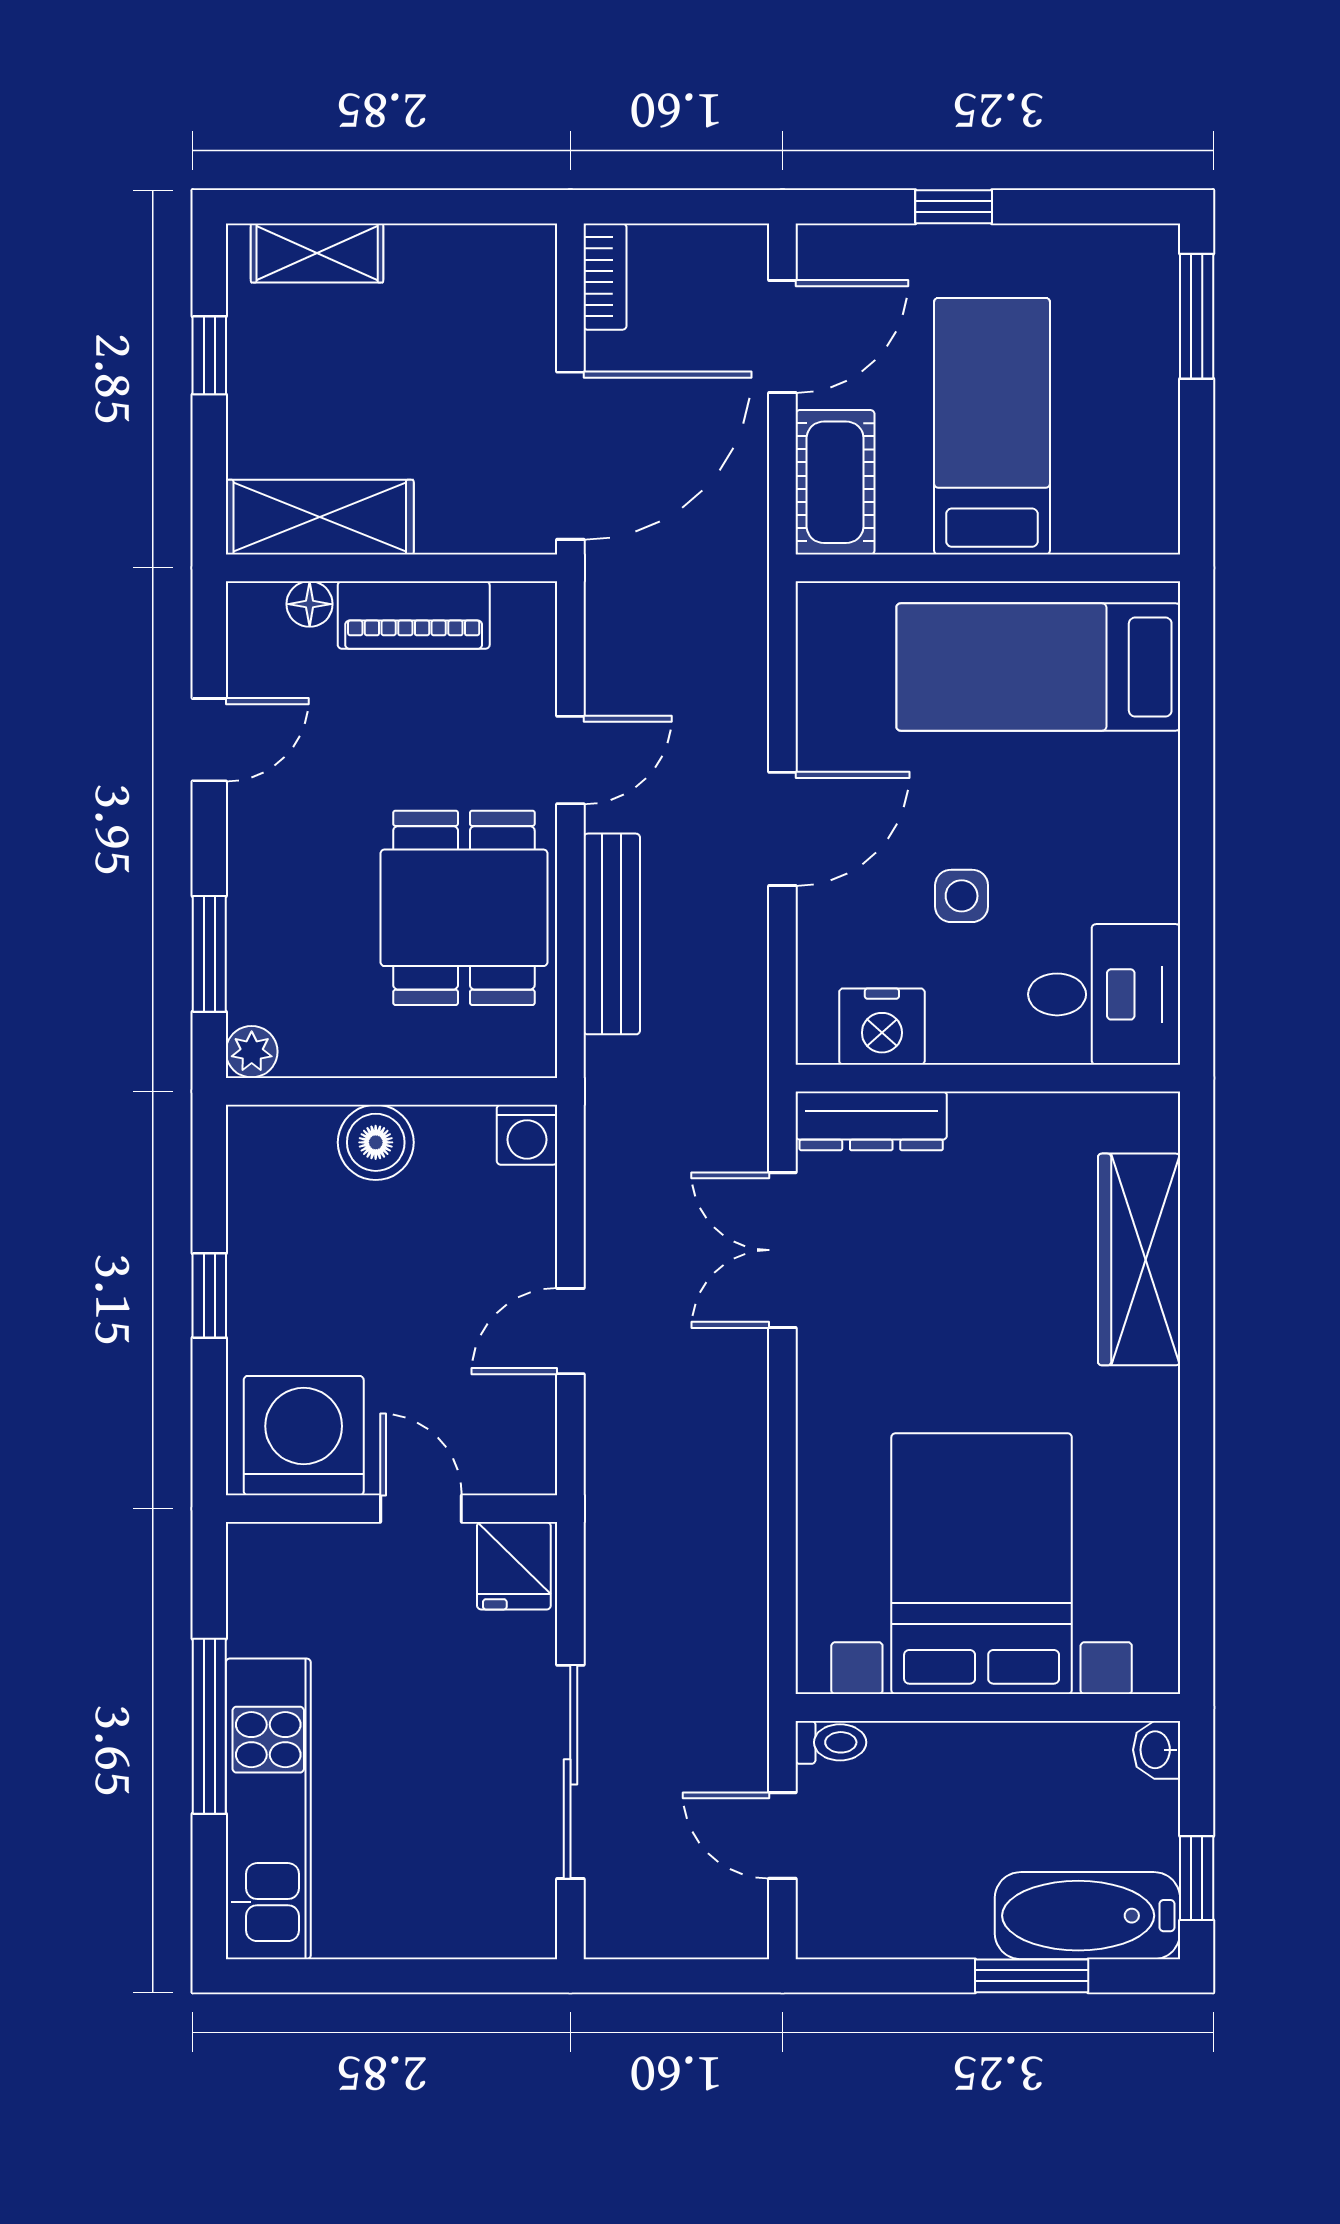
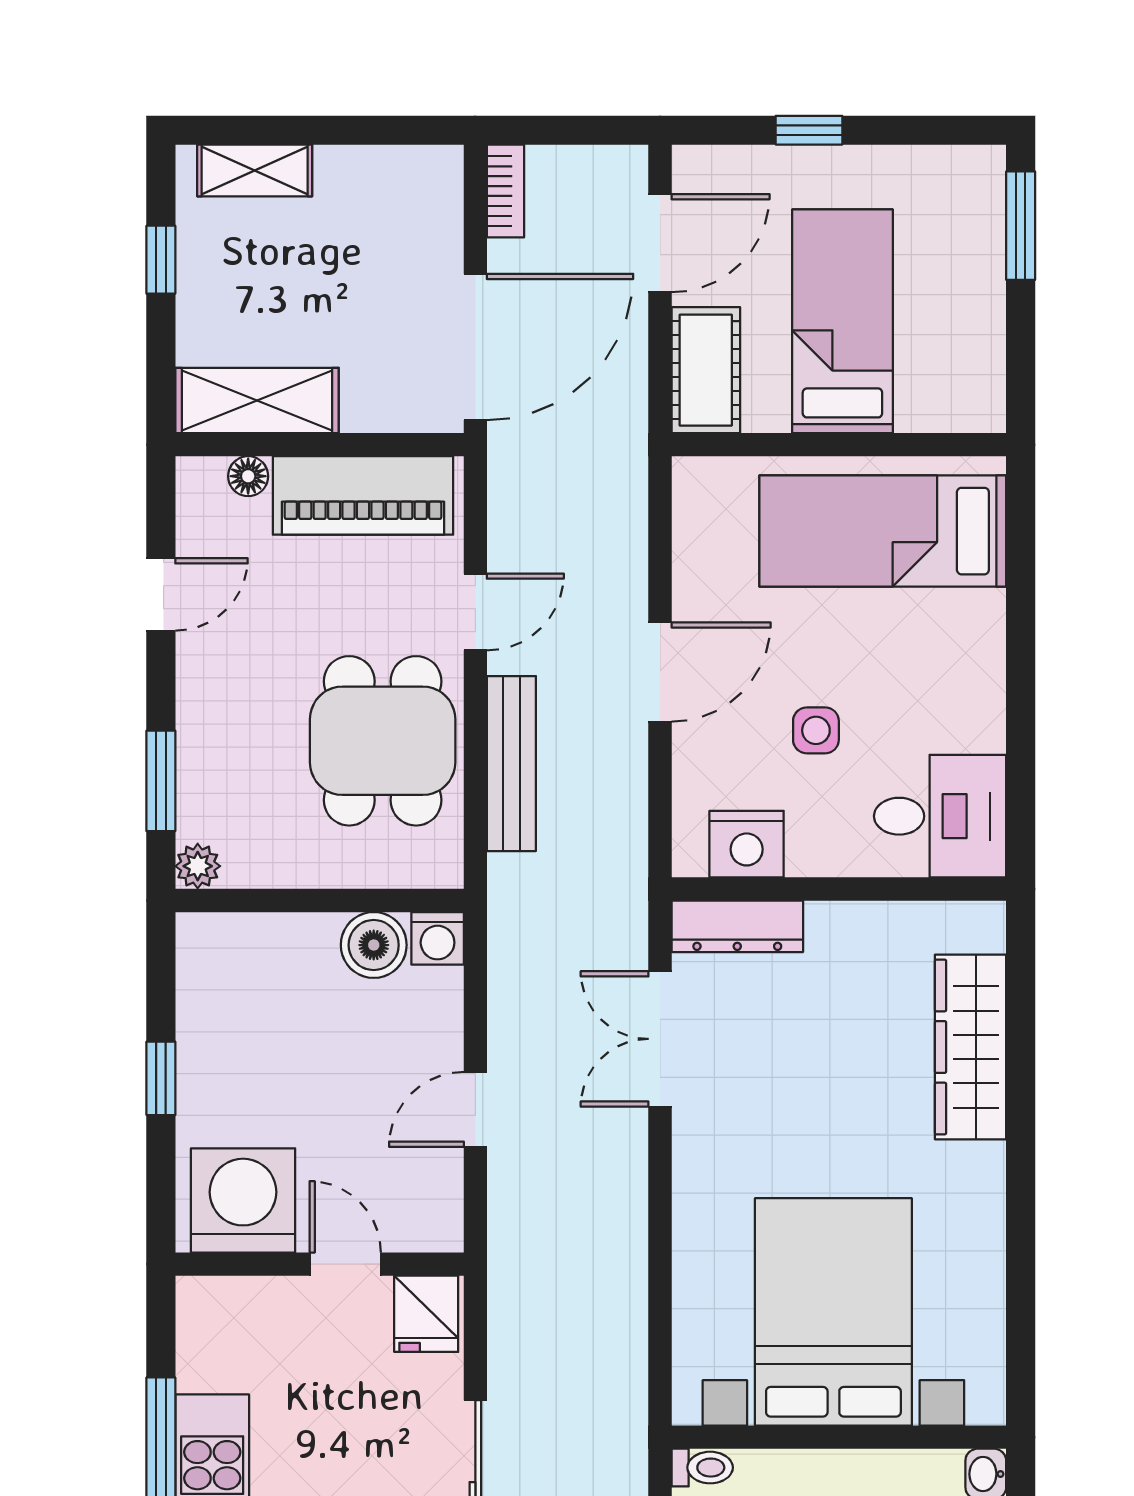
piano: (414, 615) -> (363, 495), width x1.37, depth x1.33
boiler: (376, 1142) -> (374, 945), moved

